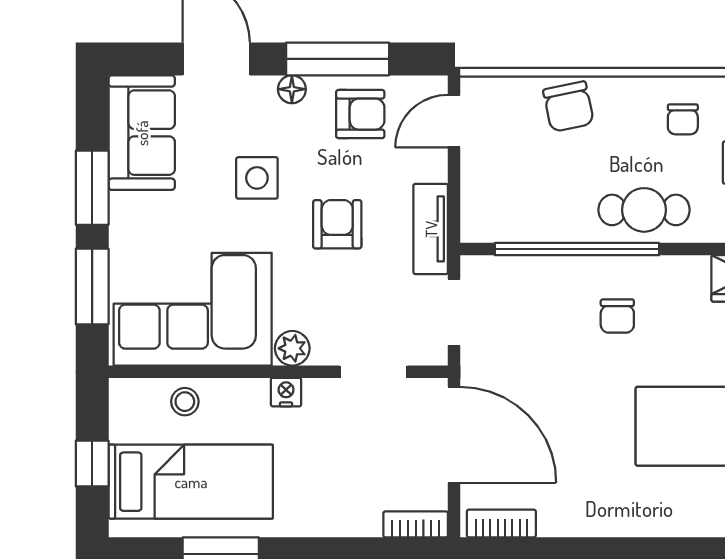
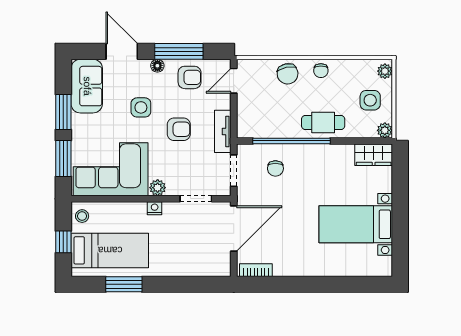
chair: (683, 119) -> (321, 71), moved
armchair: (337, 224) -> (179, 129), turned 90
chair: (617, 316) -> (275, 168), moved
stool: (185, 402) -> (82, 216), moved
door: (454, 435) -> (234, 228), hinge flipped
bookcase: (416, 524) -> (216, 271), removed

